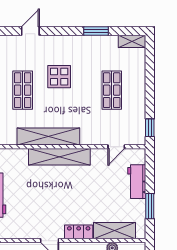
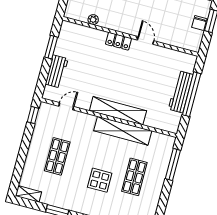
shelving: (114, 231) -> (87, 34), removed

